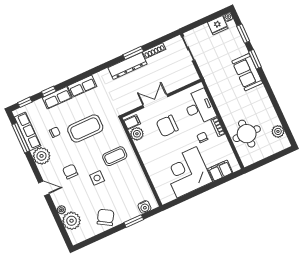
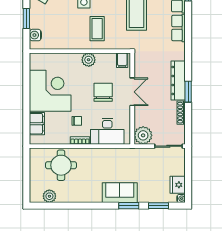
plant: (189, 75) -> (143, 135), added
plant: (137, 134) -> (89, 60), moved

